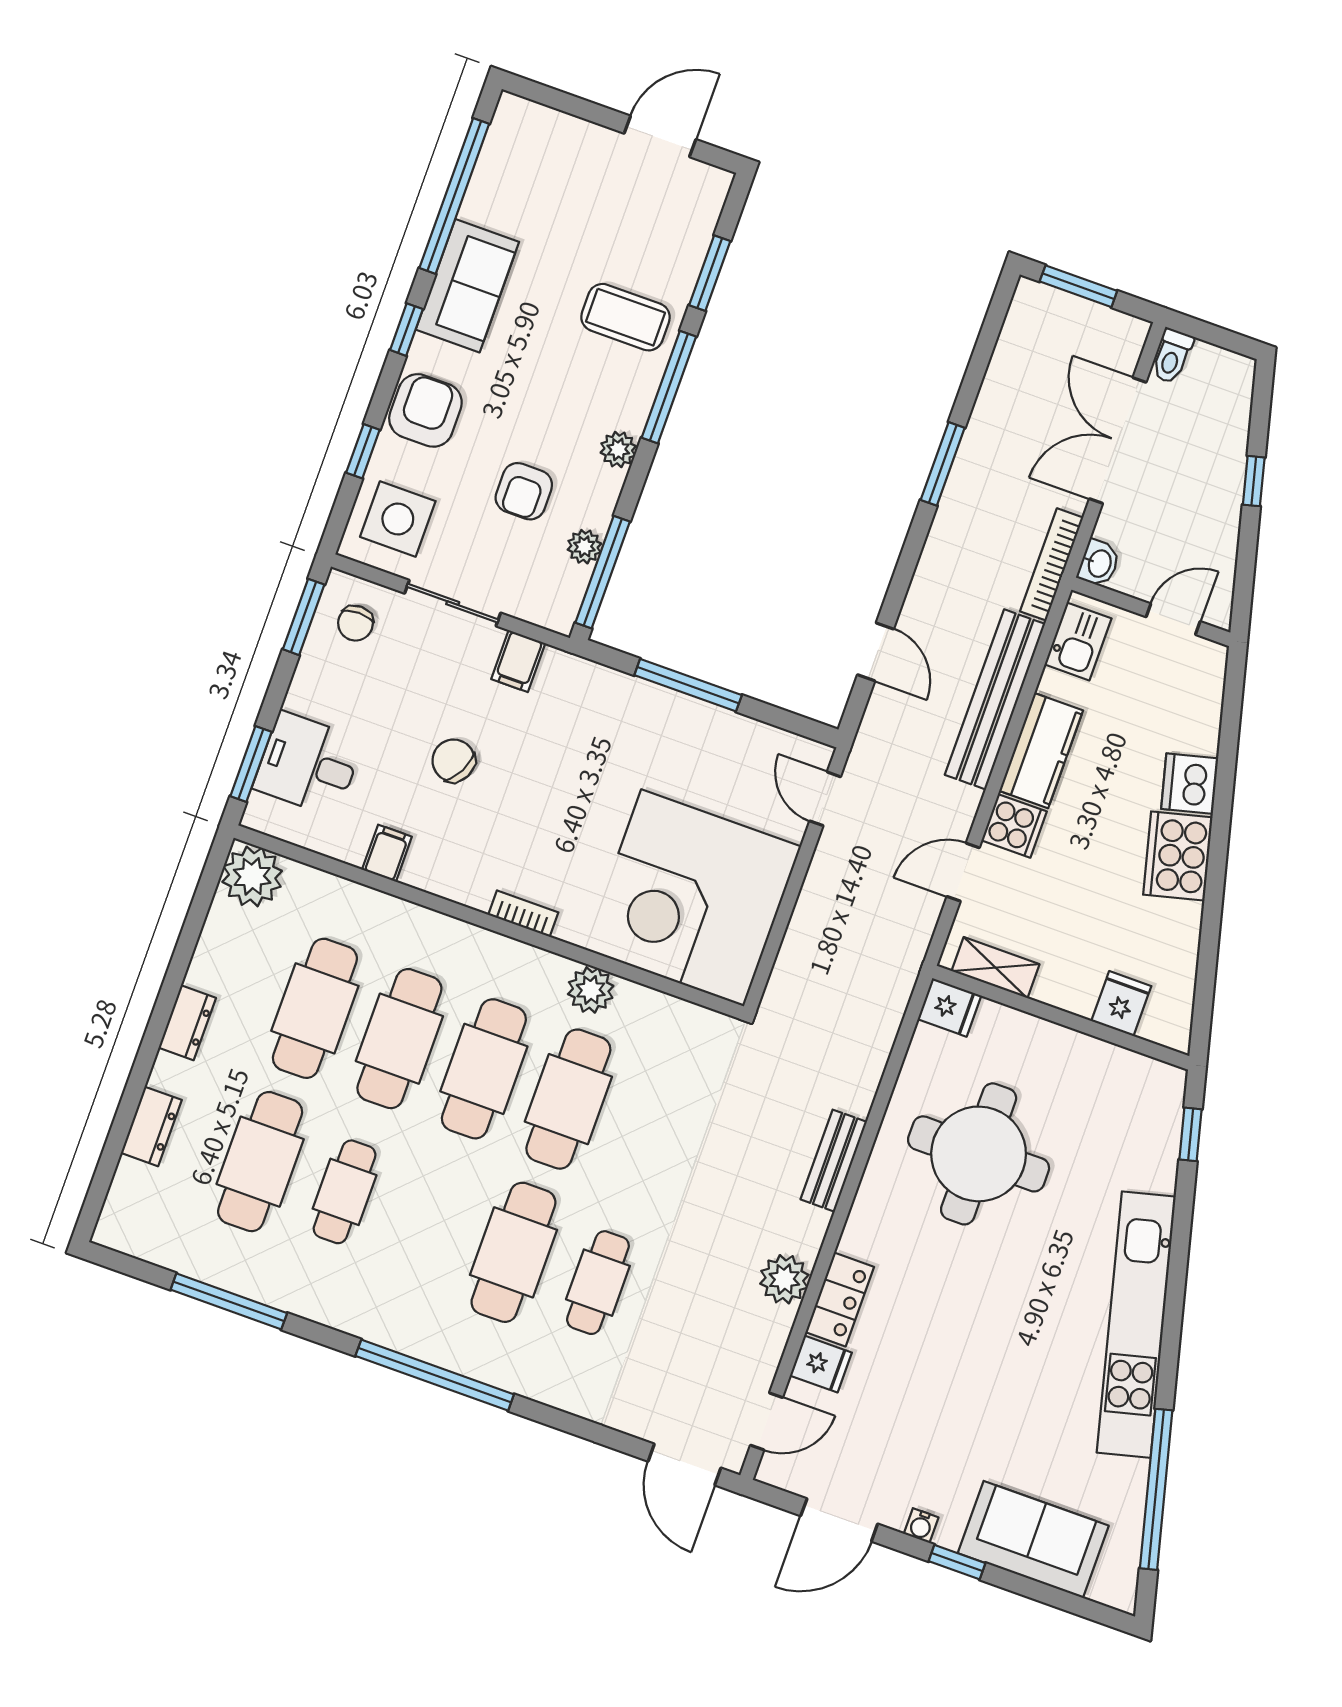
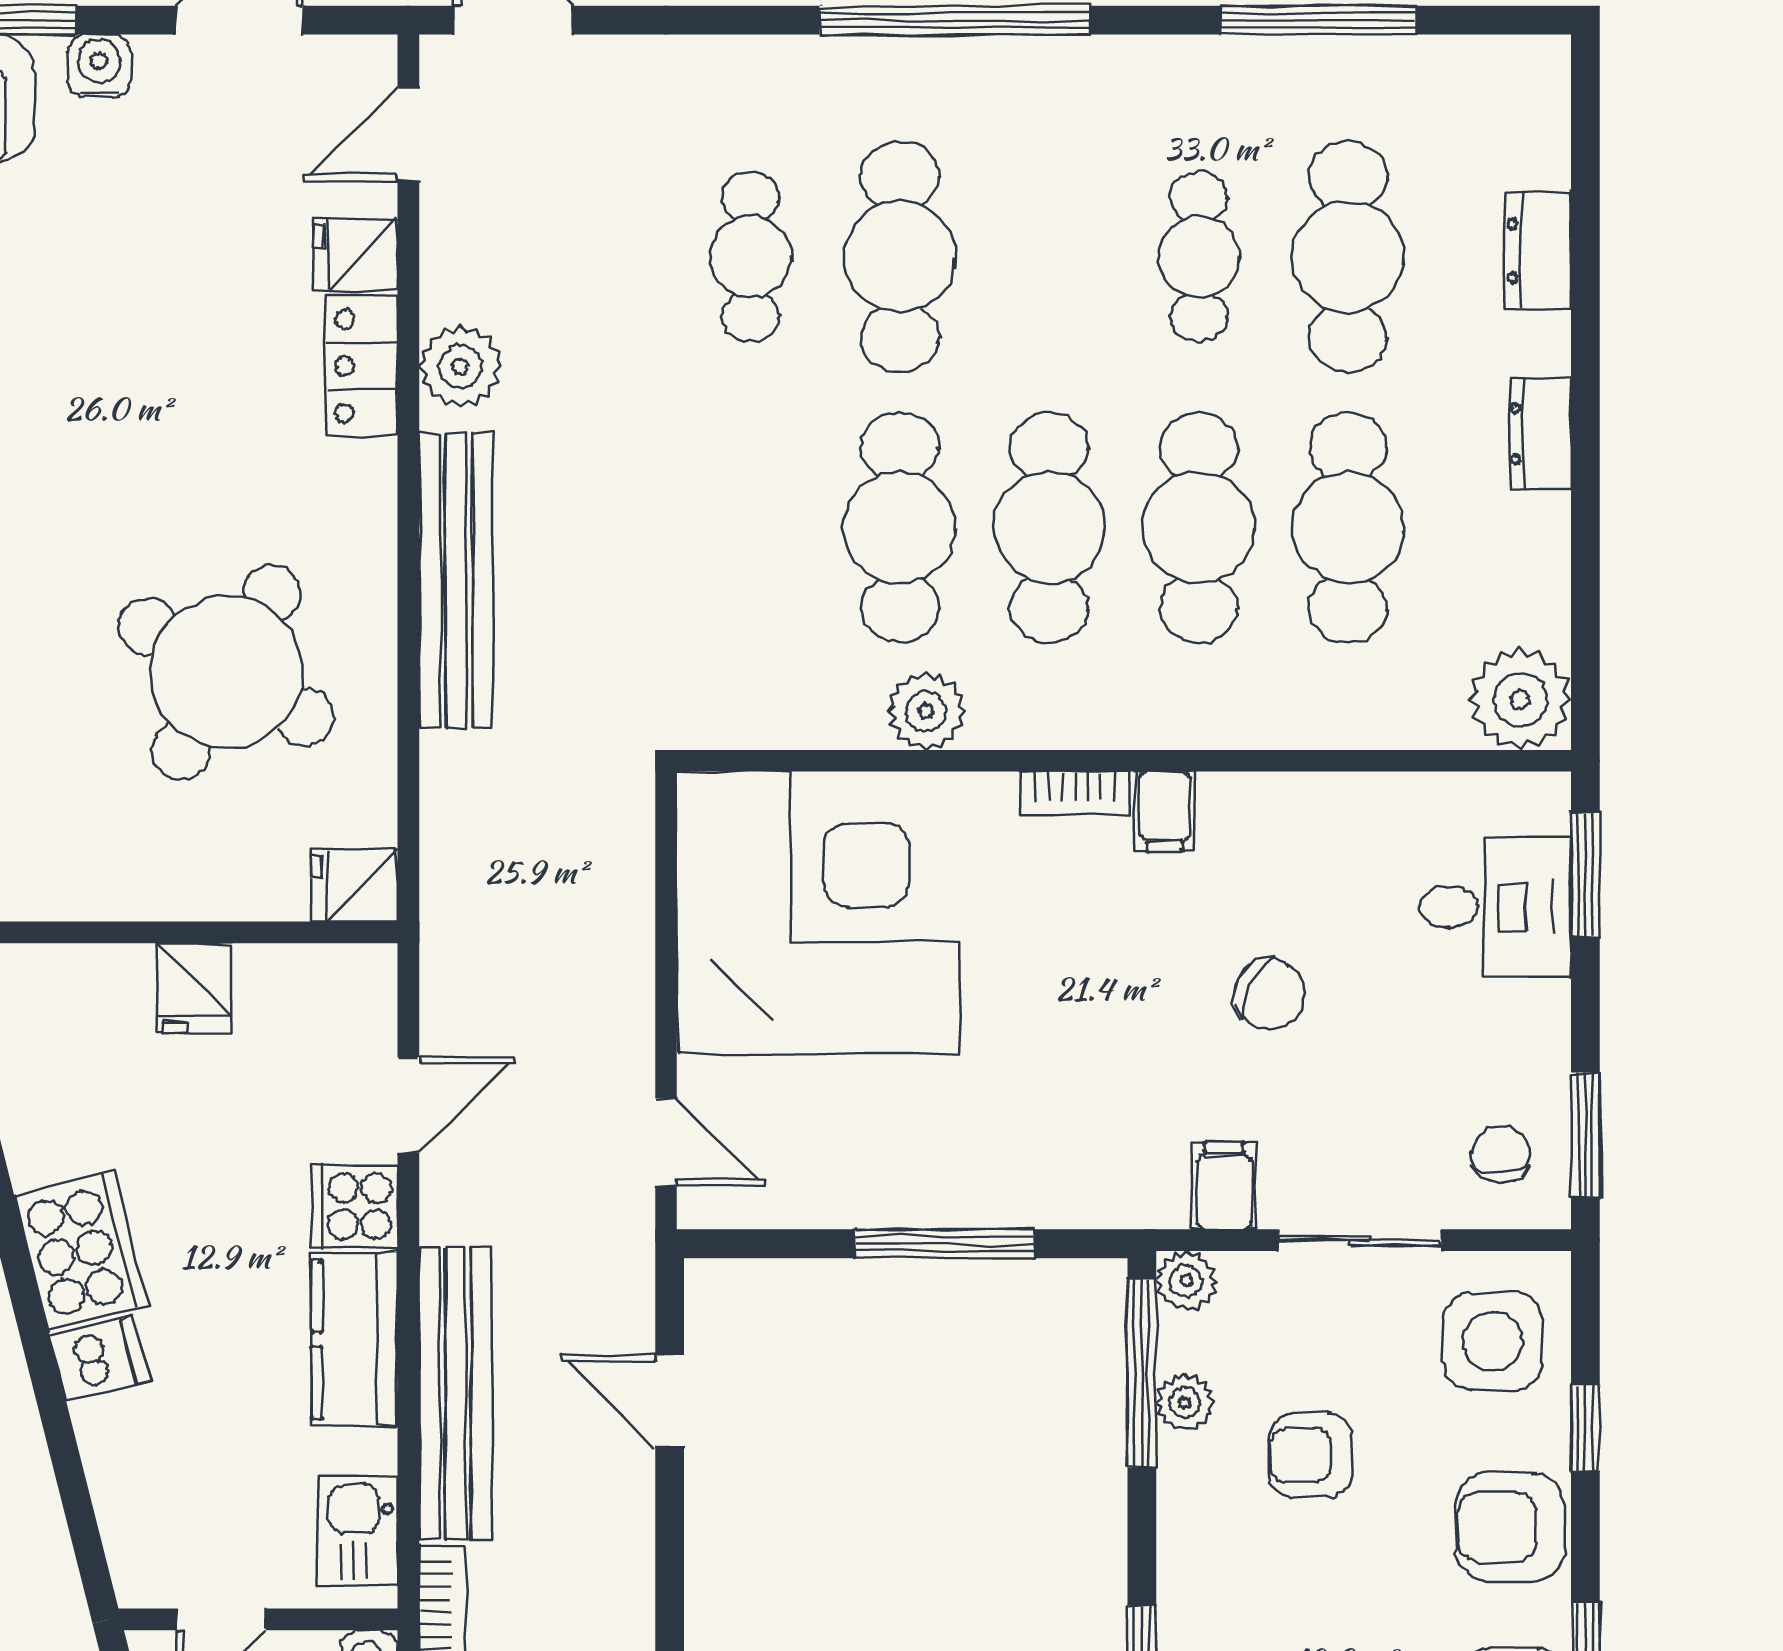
armchair: (425, 410) -> (1510, 1527), turned 90
plant: (618, 449) -> (1186, 1281), moved
armchair: (524, 491) -> (1311, 1455), turned -90
dishwasher: (1190, 784) -> (100, 1359), width x0.73
filing cabinet: (387, 853) -> (1165, 811), moved
shelving: (995, 968) -> (304, 973), removed
fridge: (1121, 1004) -> (194, 988), moved
round table: (979, 1154) -> (226, 672), turned 30
bench: (834, 1161) -> (456, 580), width x1.86, depth x1.21
water cooler: (921, 1526) -> (99, 66), width x1.38, depth x1.38

